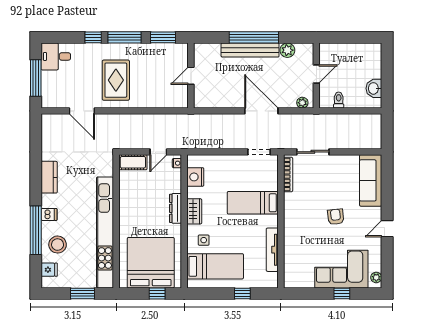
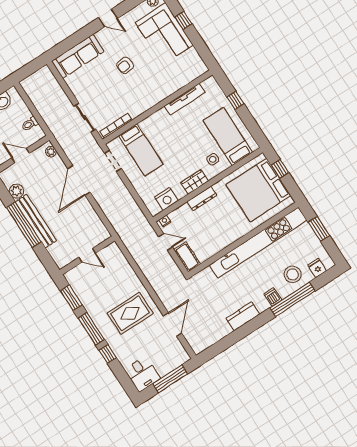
bed: (253, 203) -> (141, 150), moved

